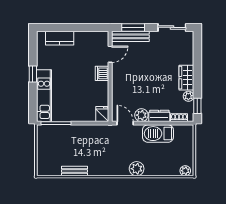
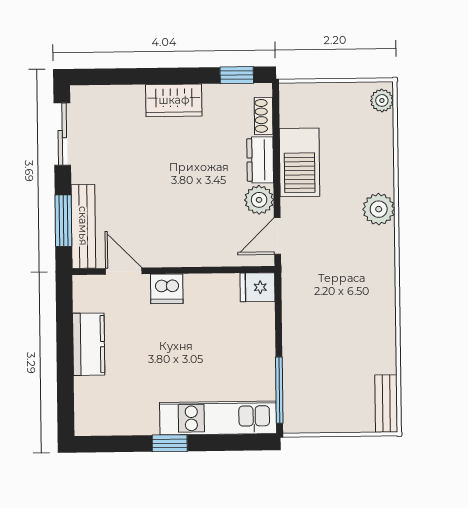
kitchen counter: (60, 38) -> (89, 344), moved
plant: (188, 96) -> (215, 95), removed
bench: (74, 171) -> (386, 404), moved

